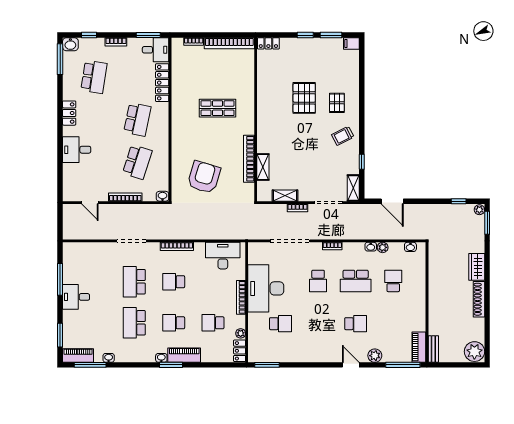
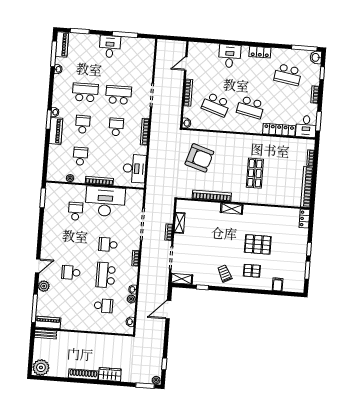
filing cabinet: (351, 43) -> (278, 284), moved
shelving: (263, 167) -> (232, 209), moved
school desk: (280, 324) -> (76, 211), turned 180
school desk: (356, 324) -> (71, 272), turned 90
locker: (240, 351) -> (56, 176), removed

